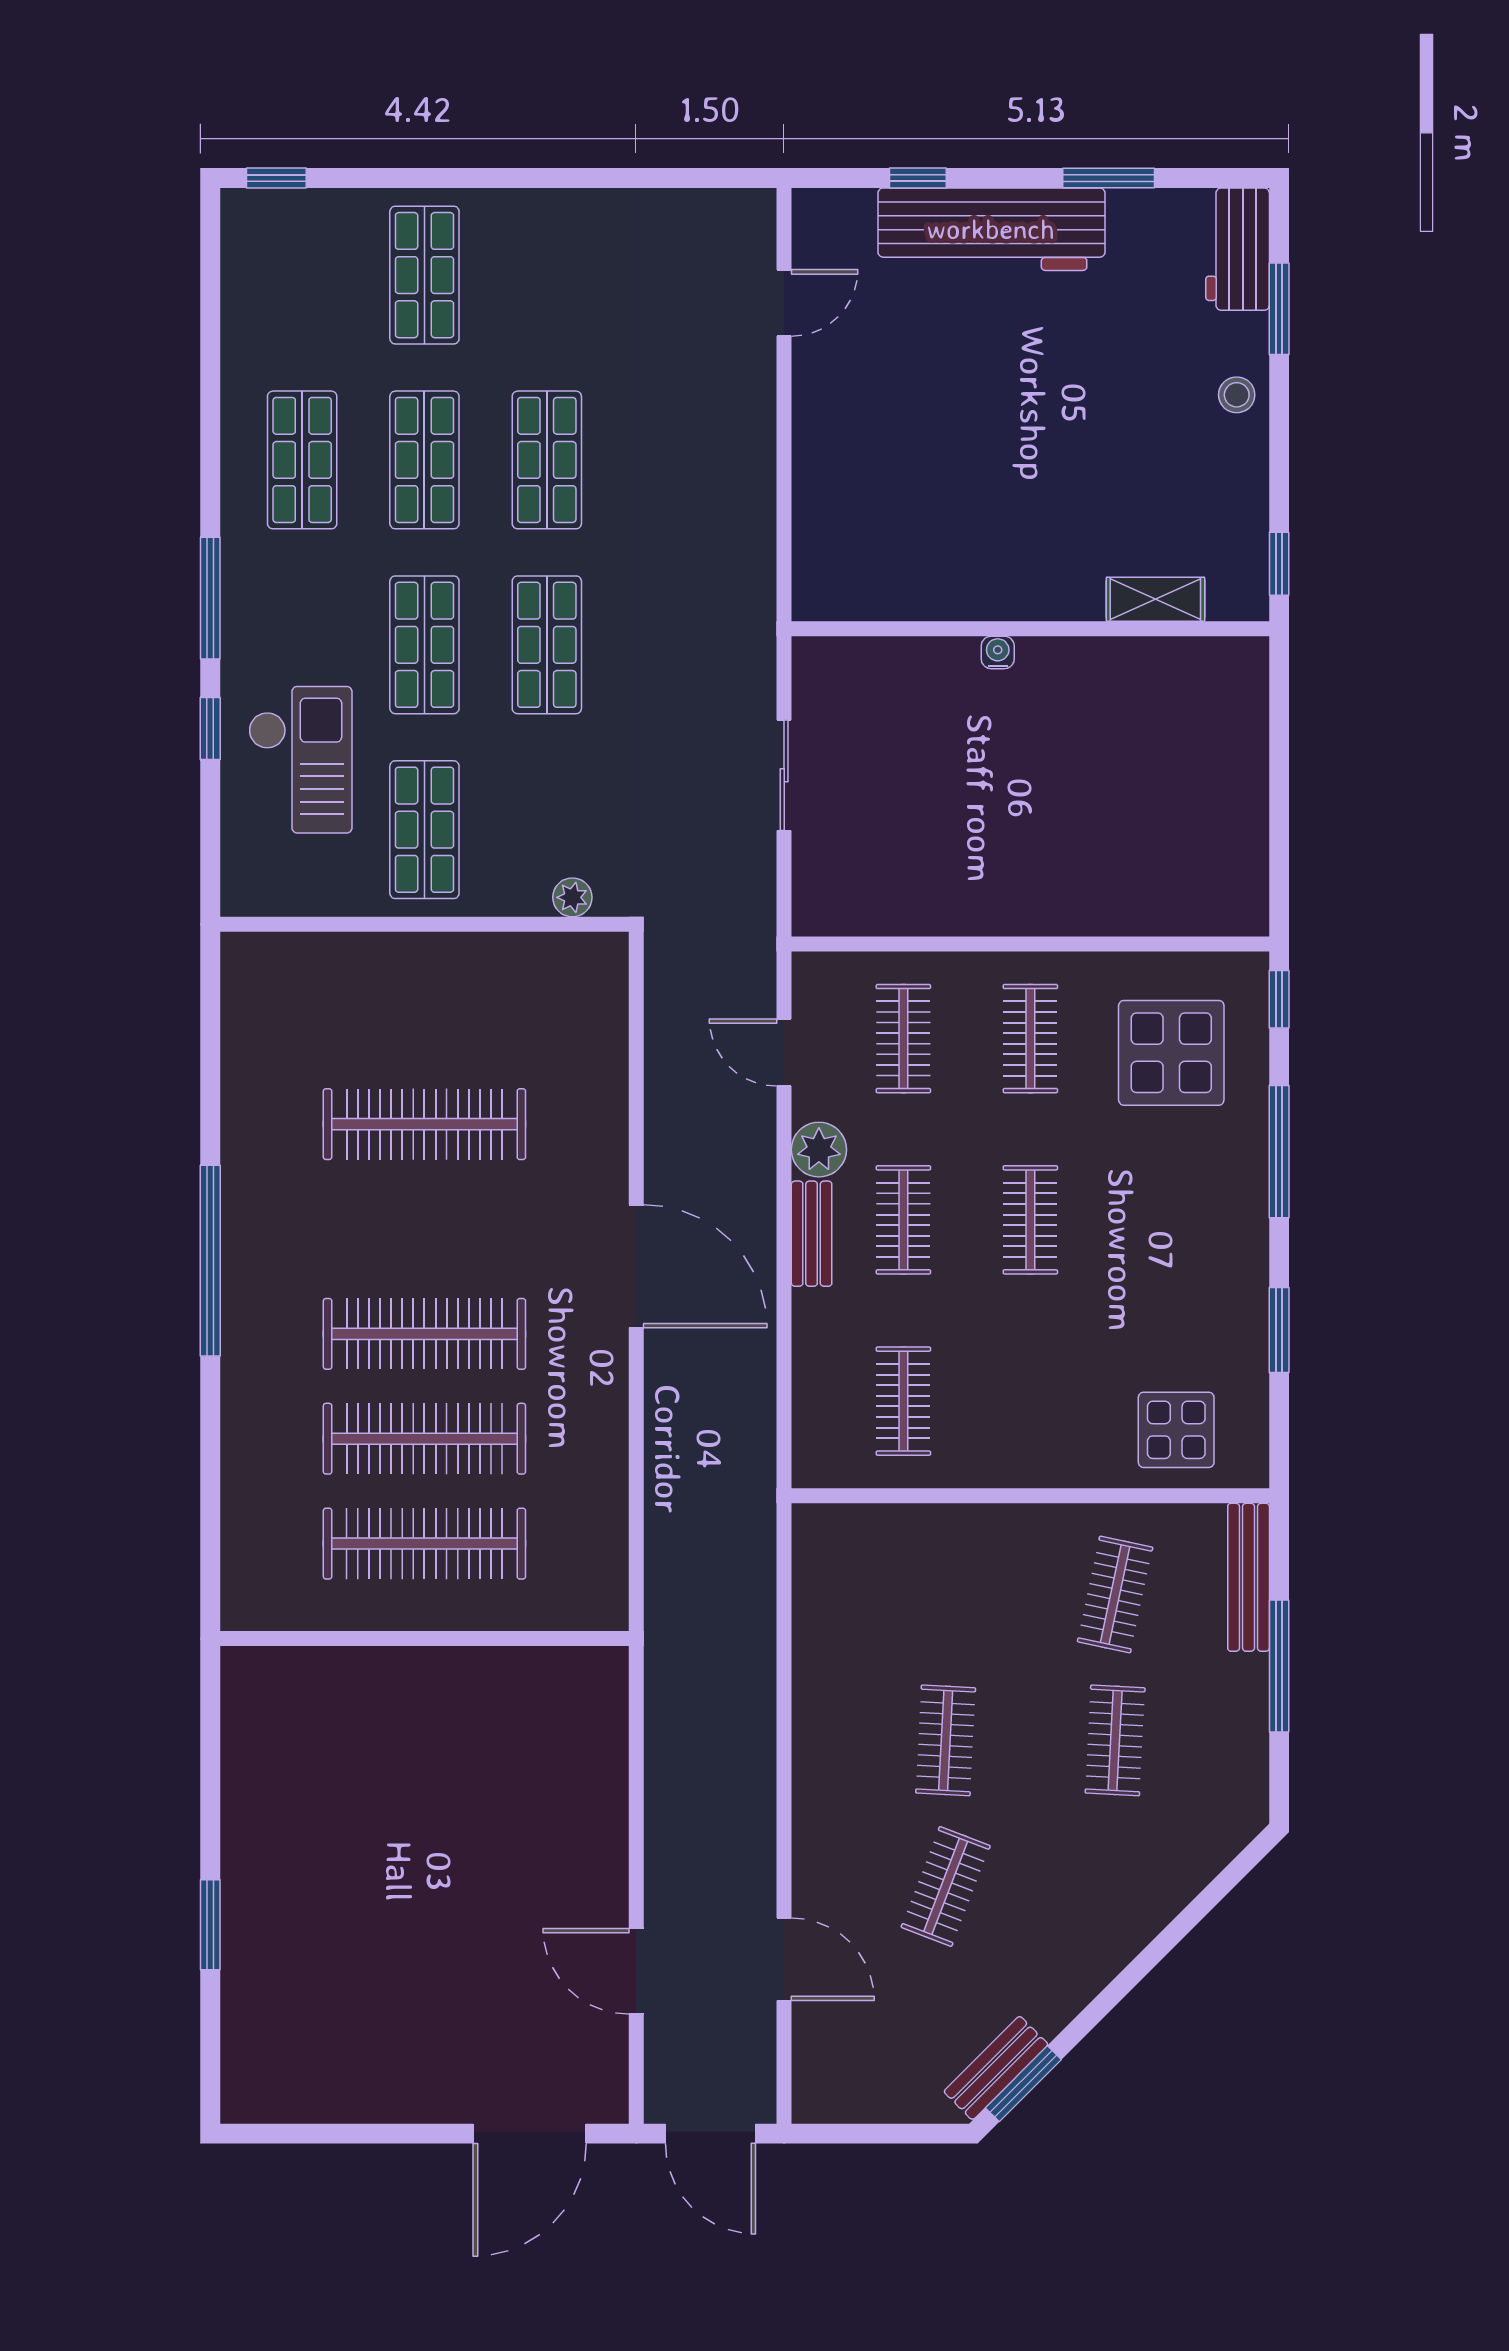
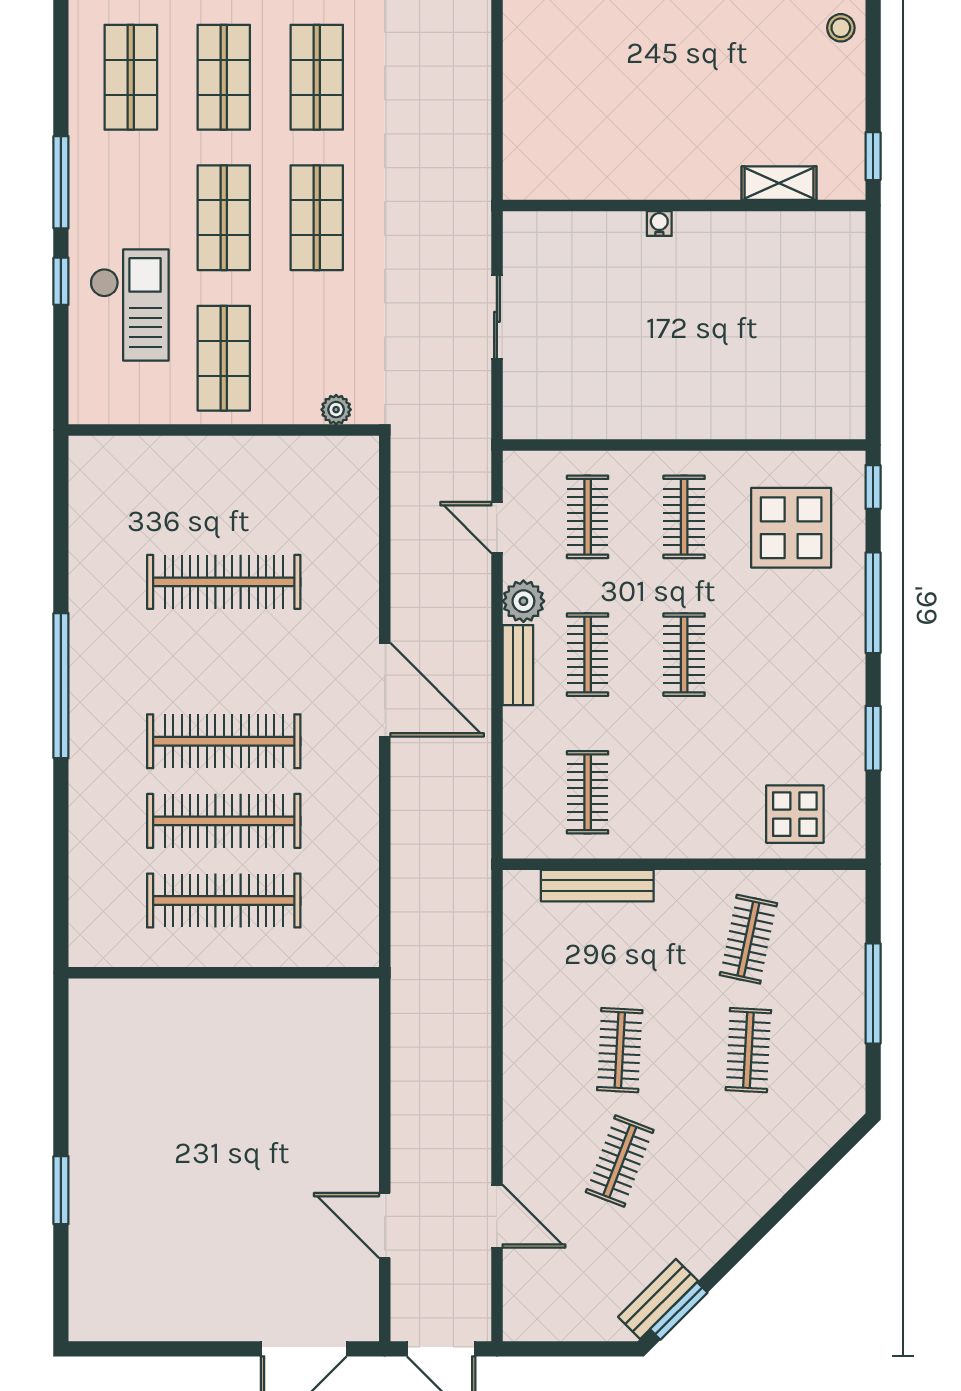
bench: (1249, 1577) -> (597, 886), moved, turned 90

